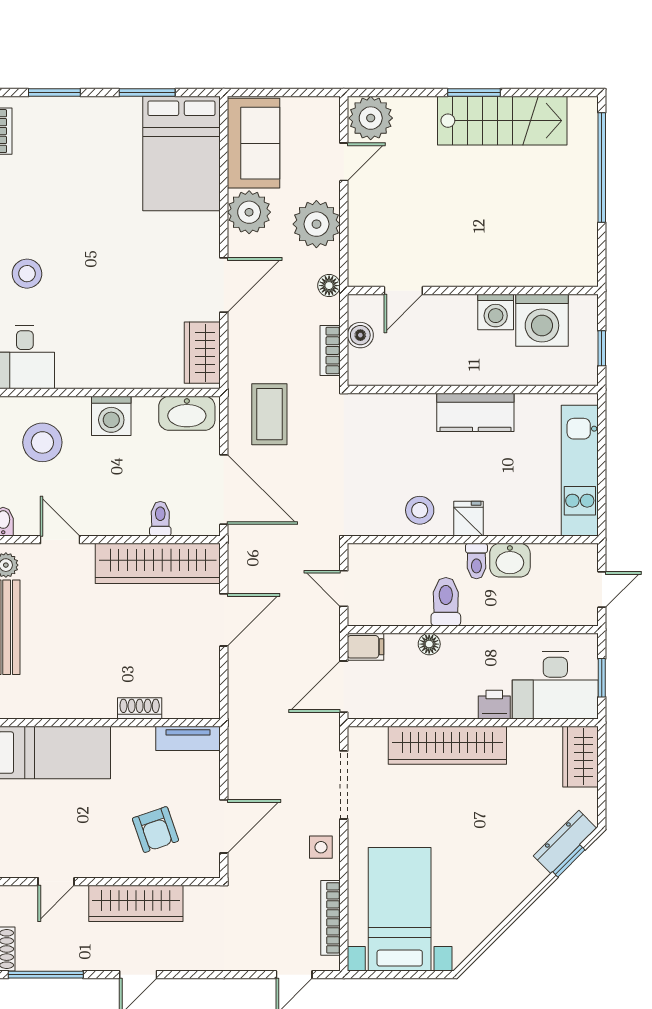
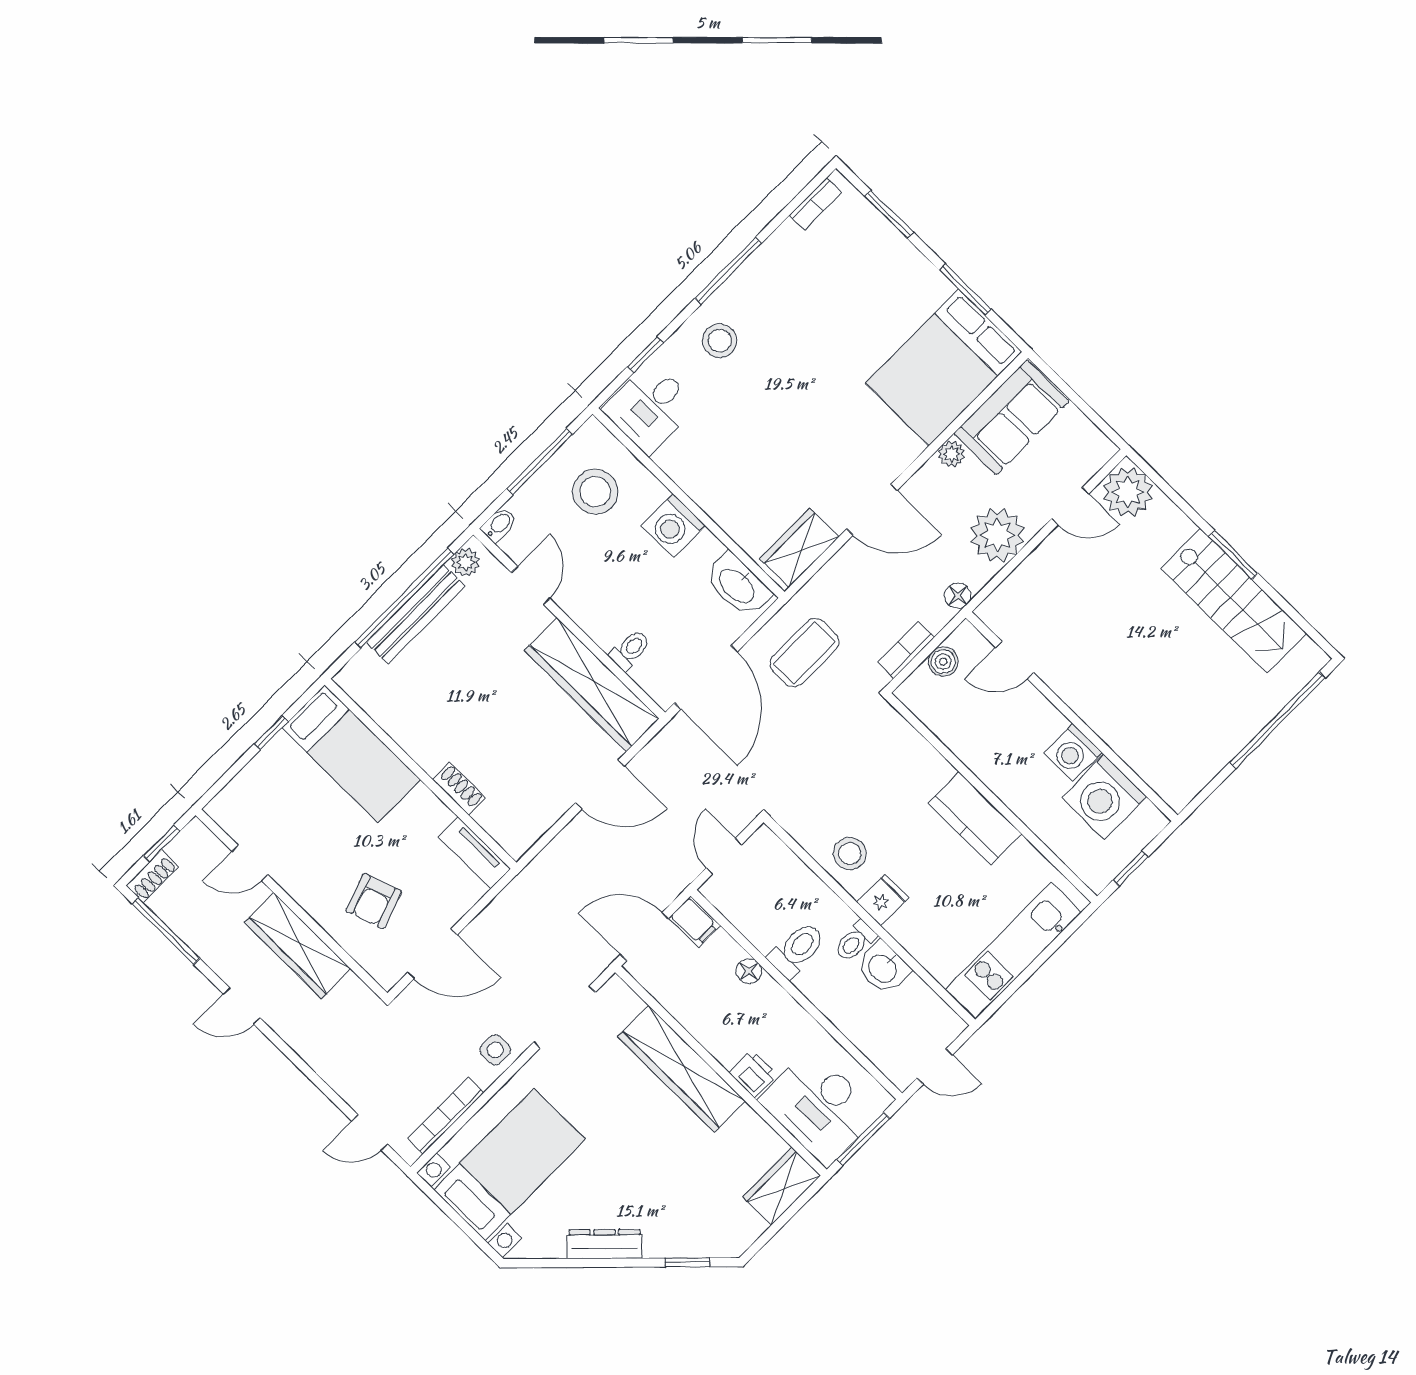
plant: (249, 212) -> (952, 454), width x0.53, depth x0.53
window: (602, 678) -> (863, 1139), width x1.50
dresser: (565, 842) -> (604, 1244), moved

